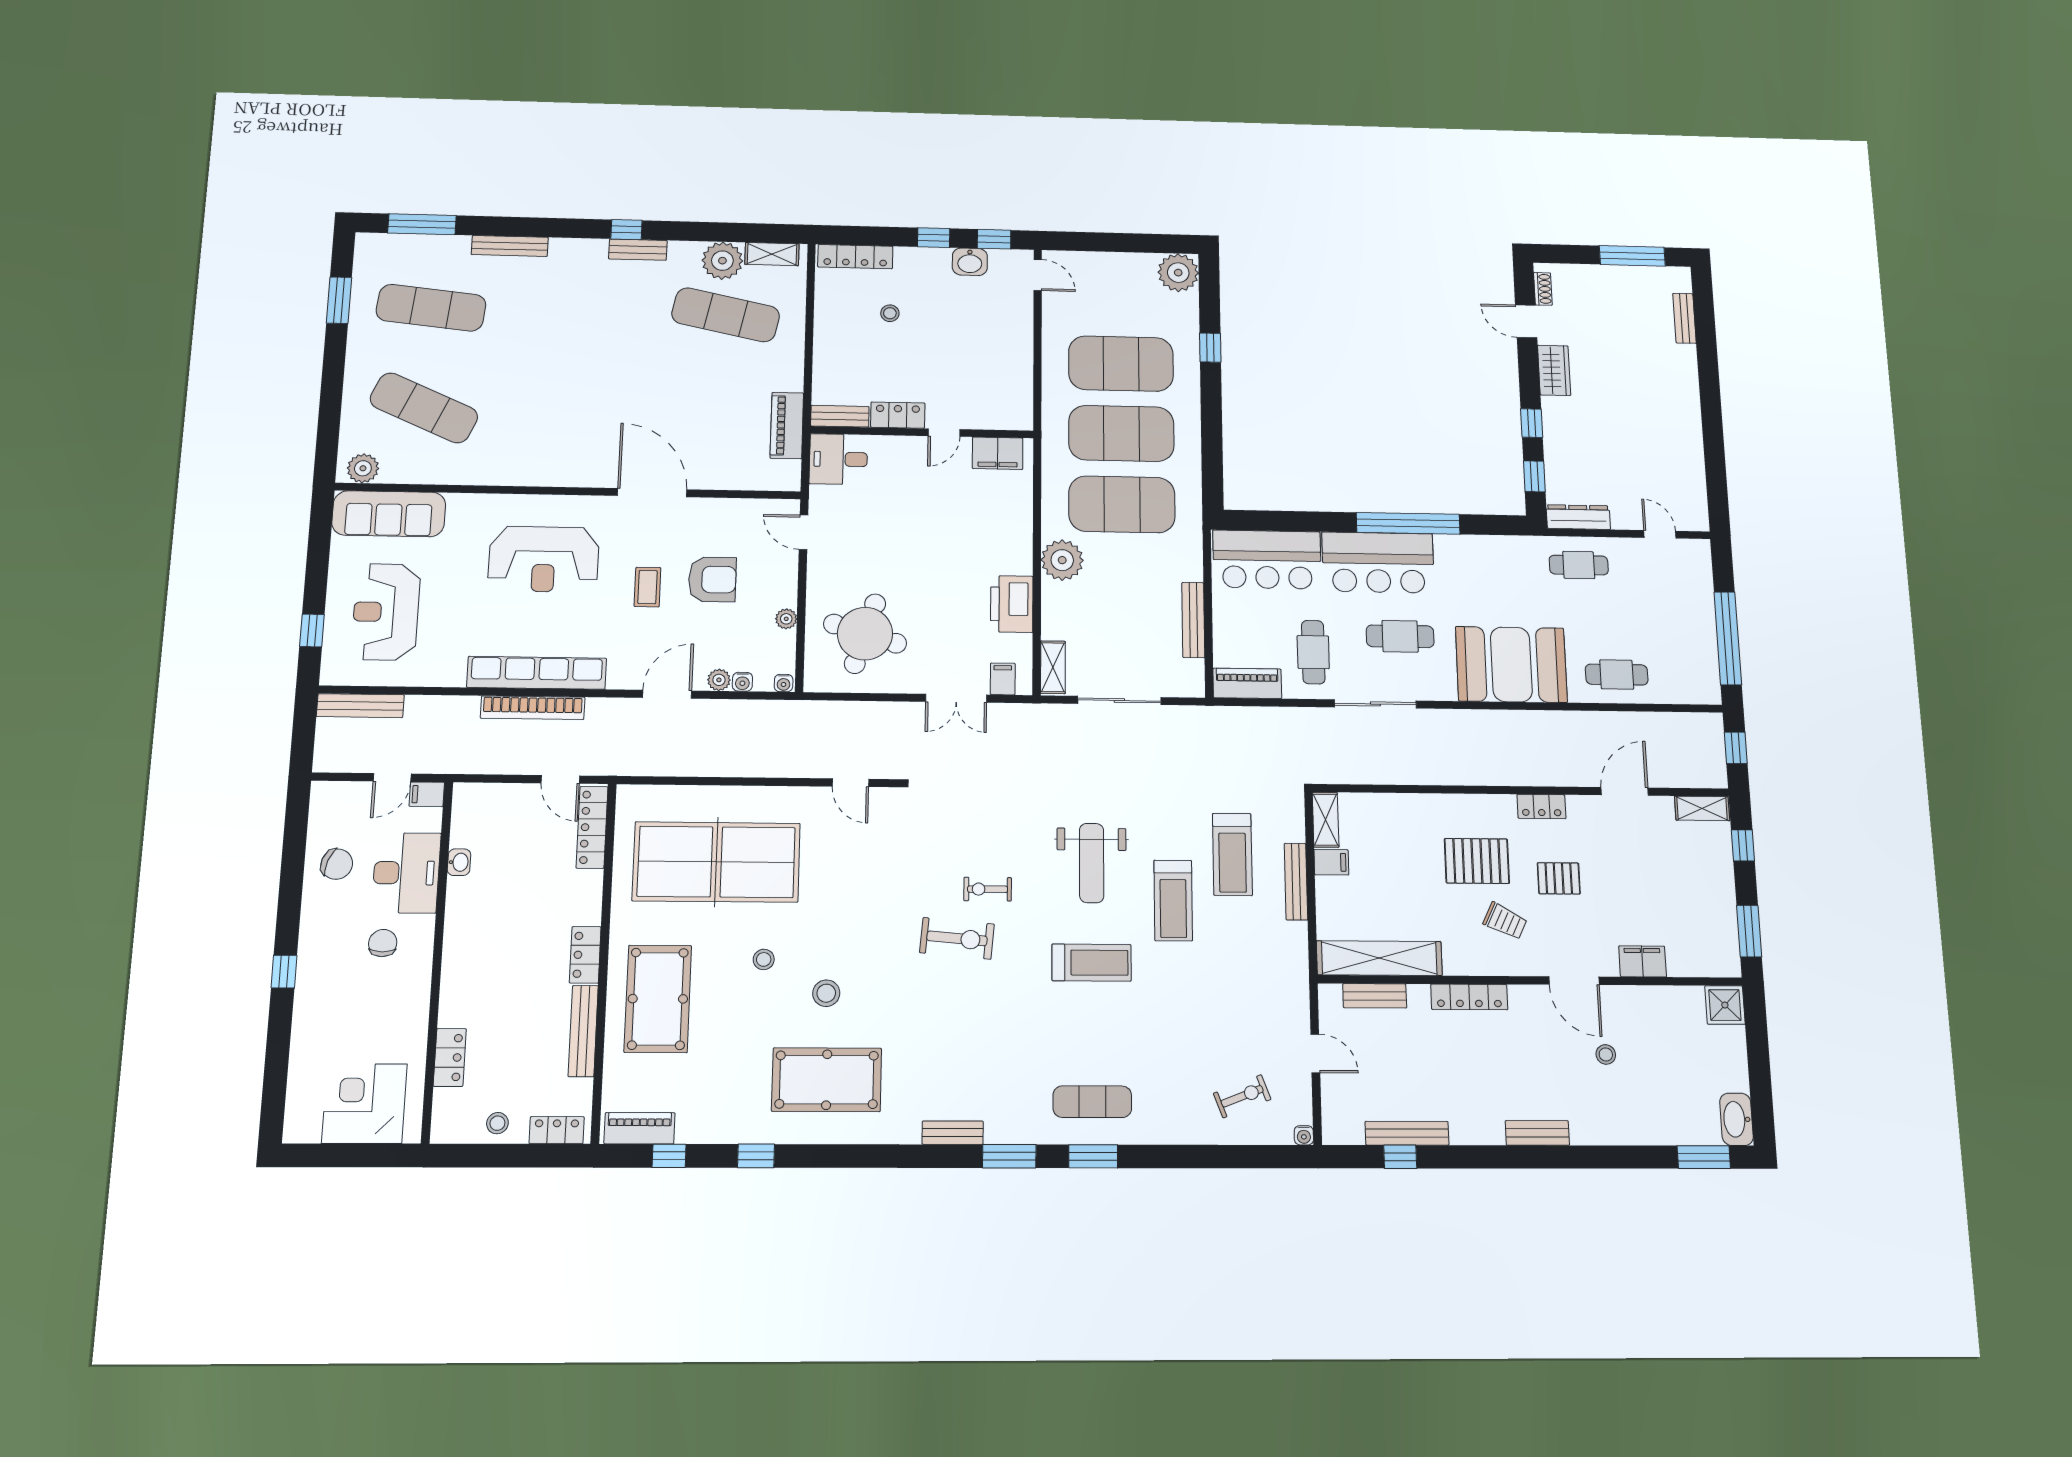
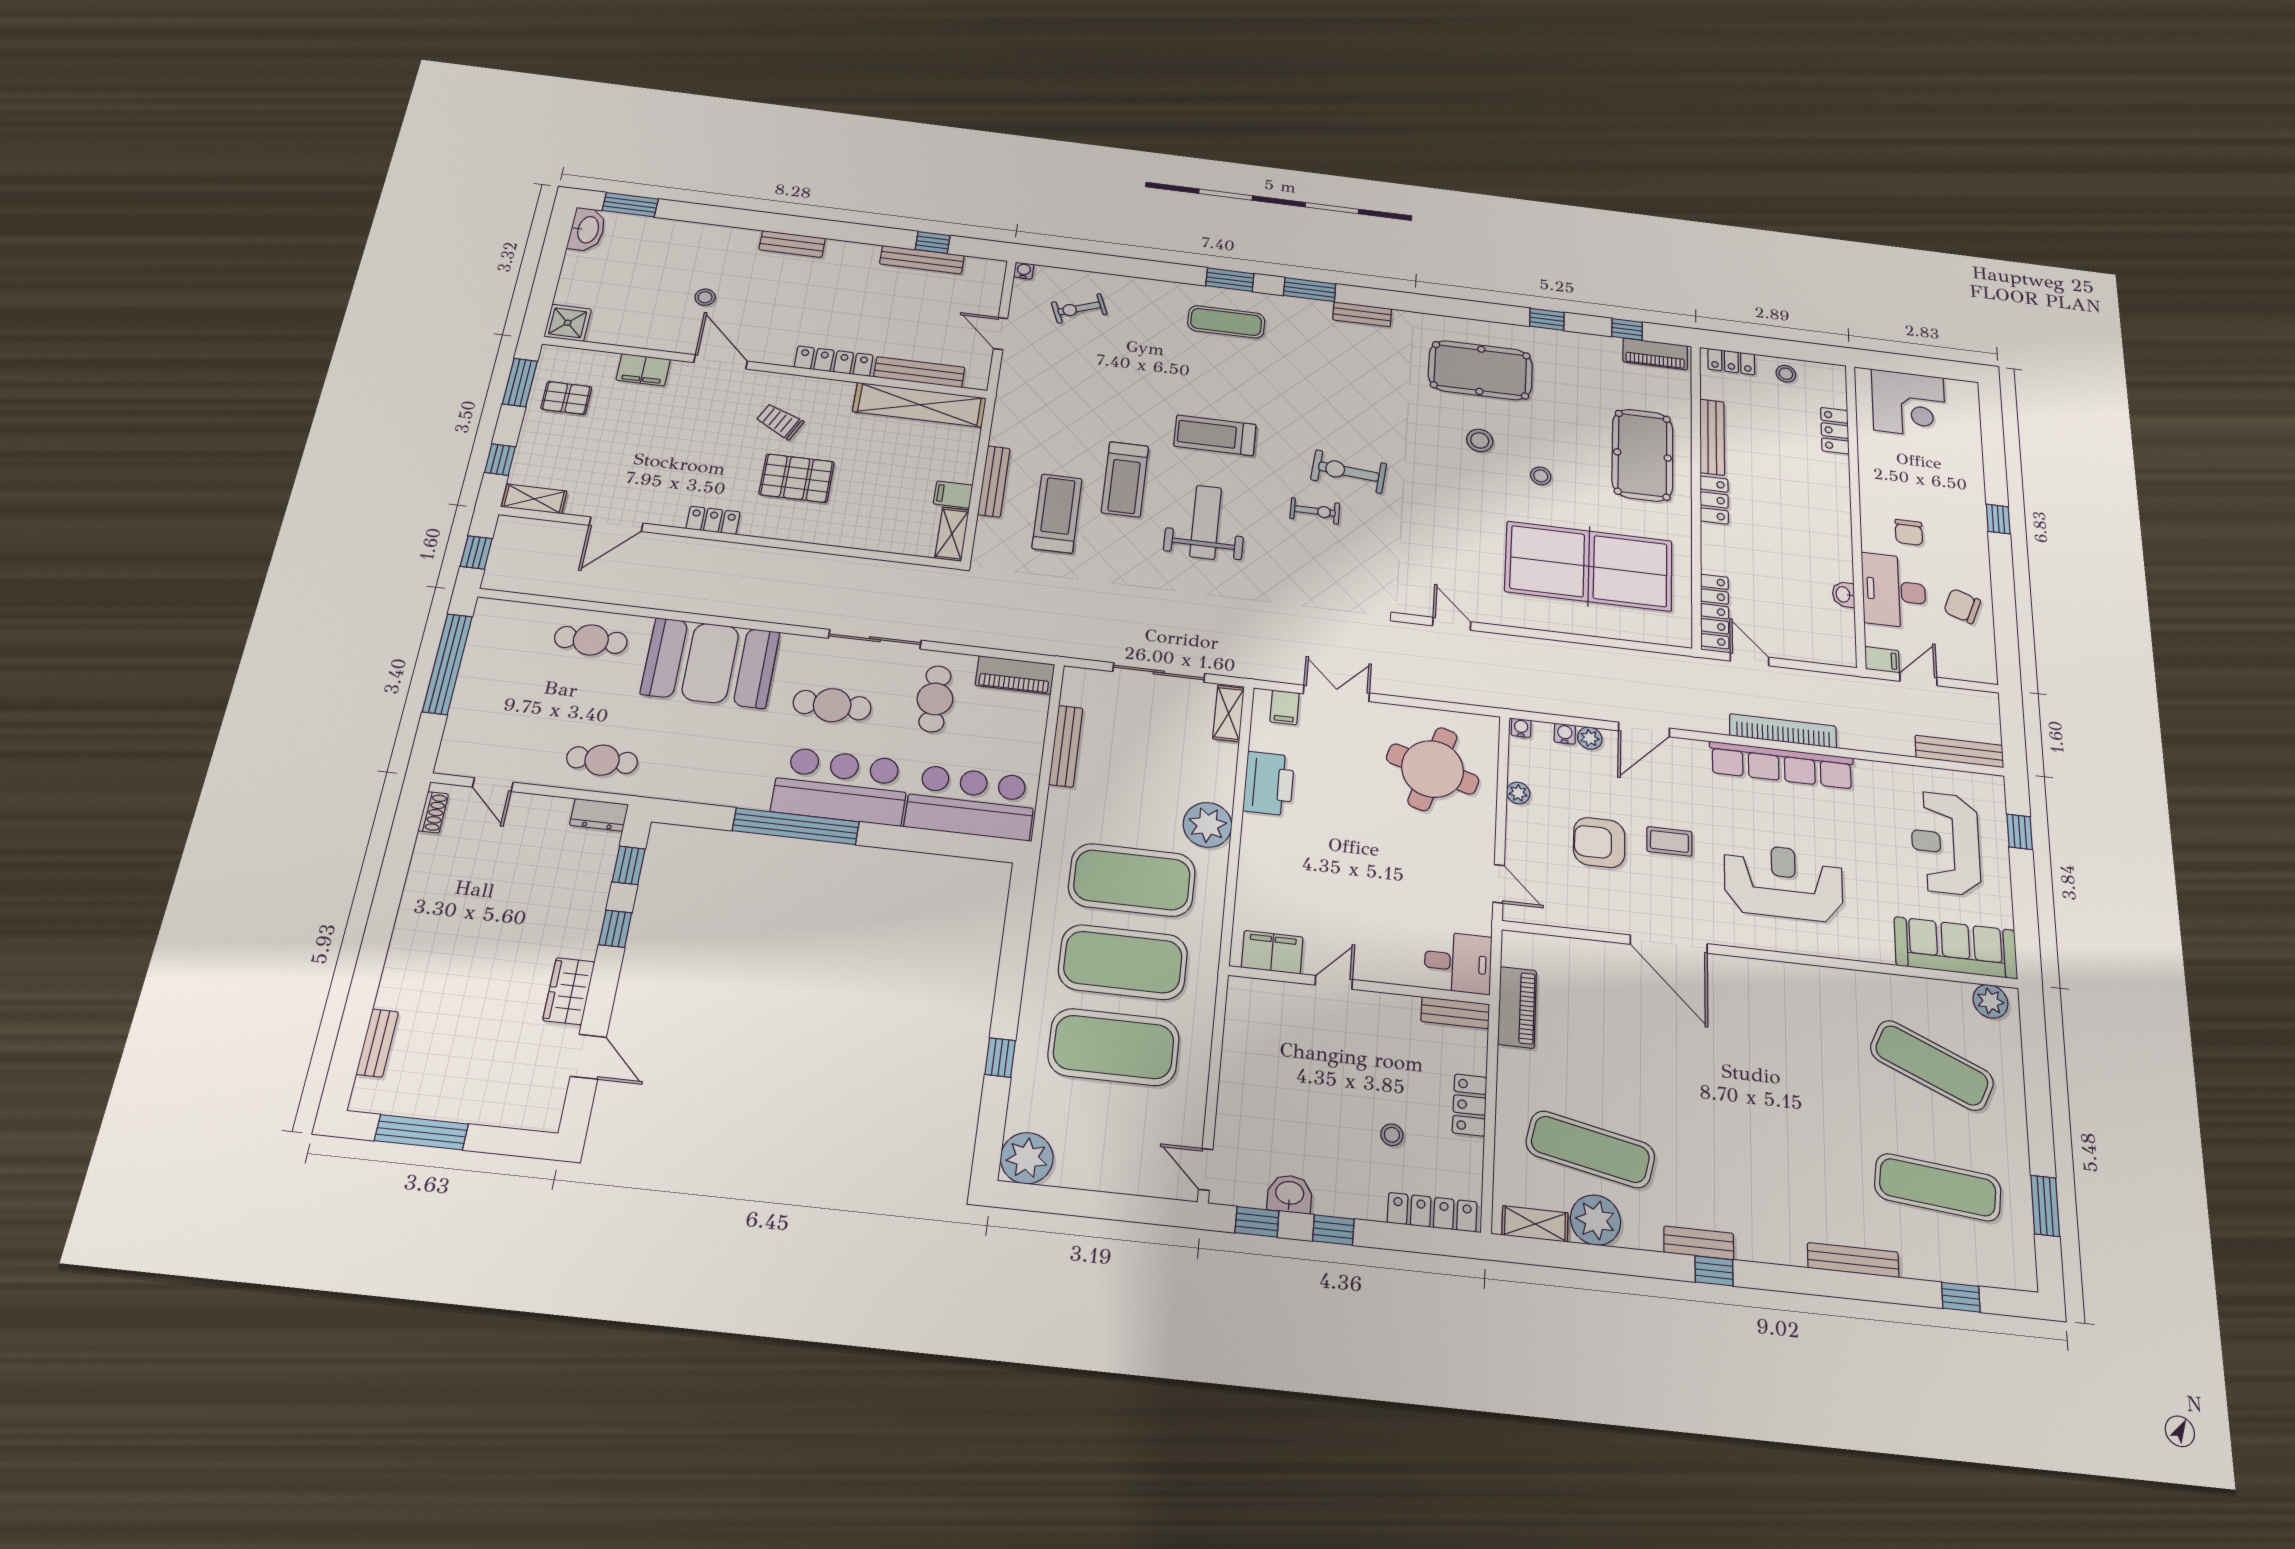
window: (422, 224) -> (1961, 1297), width x0.46
shoe rack: (1543, 289) -> (433, 812), moved, turned 180
locker: (898, 415) -> (1470, 1105), moved, turned 90
dresser: (1578, 517) -> (599, 815), width x0.70
coffee table: (647, 587) -> (1669, 841), turned 90
reception desk: (386, 612) -> (1945, 843), turned 180
pallet: (1559, 878) -> (566, 398), moved
treadmill: (1173, 900) -> (1125, 479), turned 180
bench: (1375, 996) -> (919, 372), width x1.36

